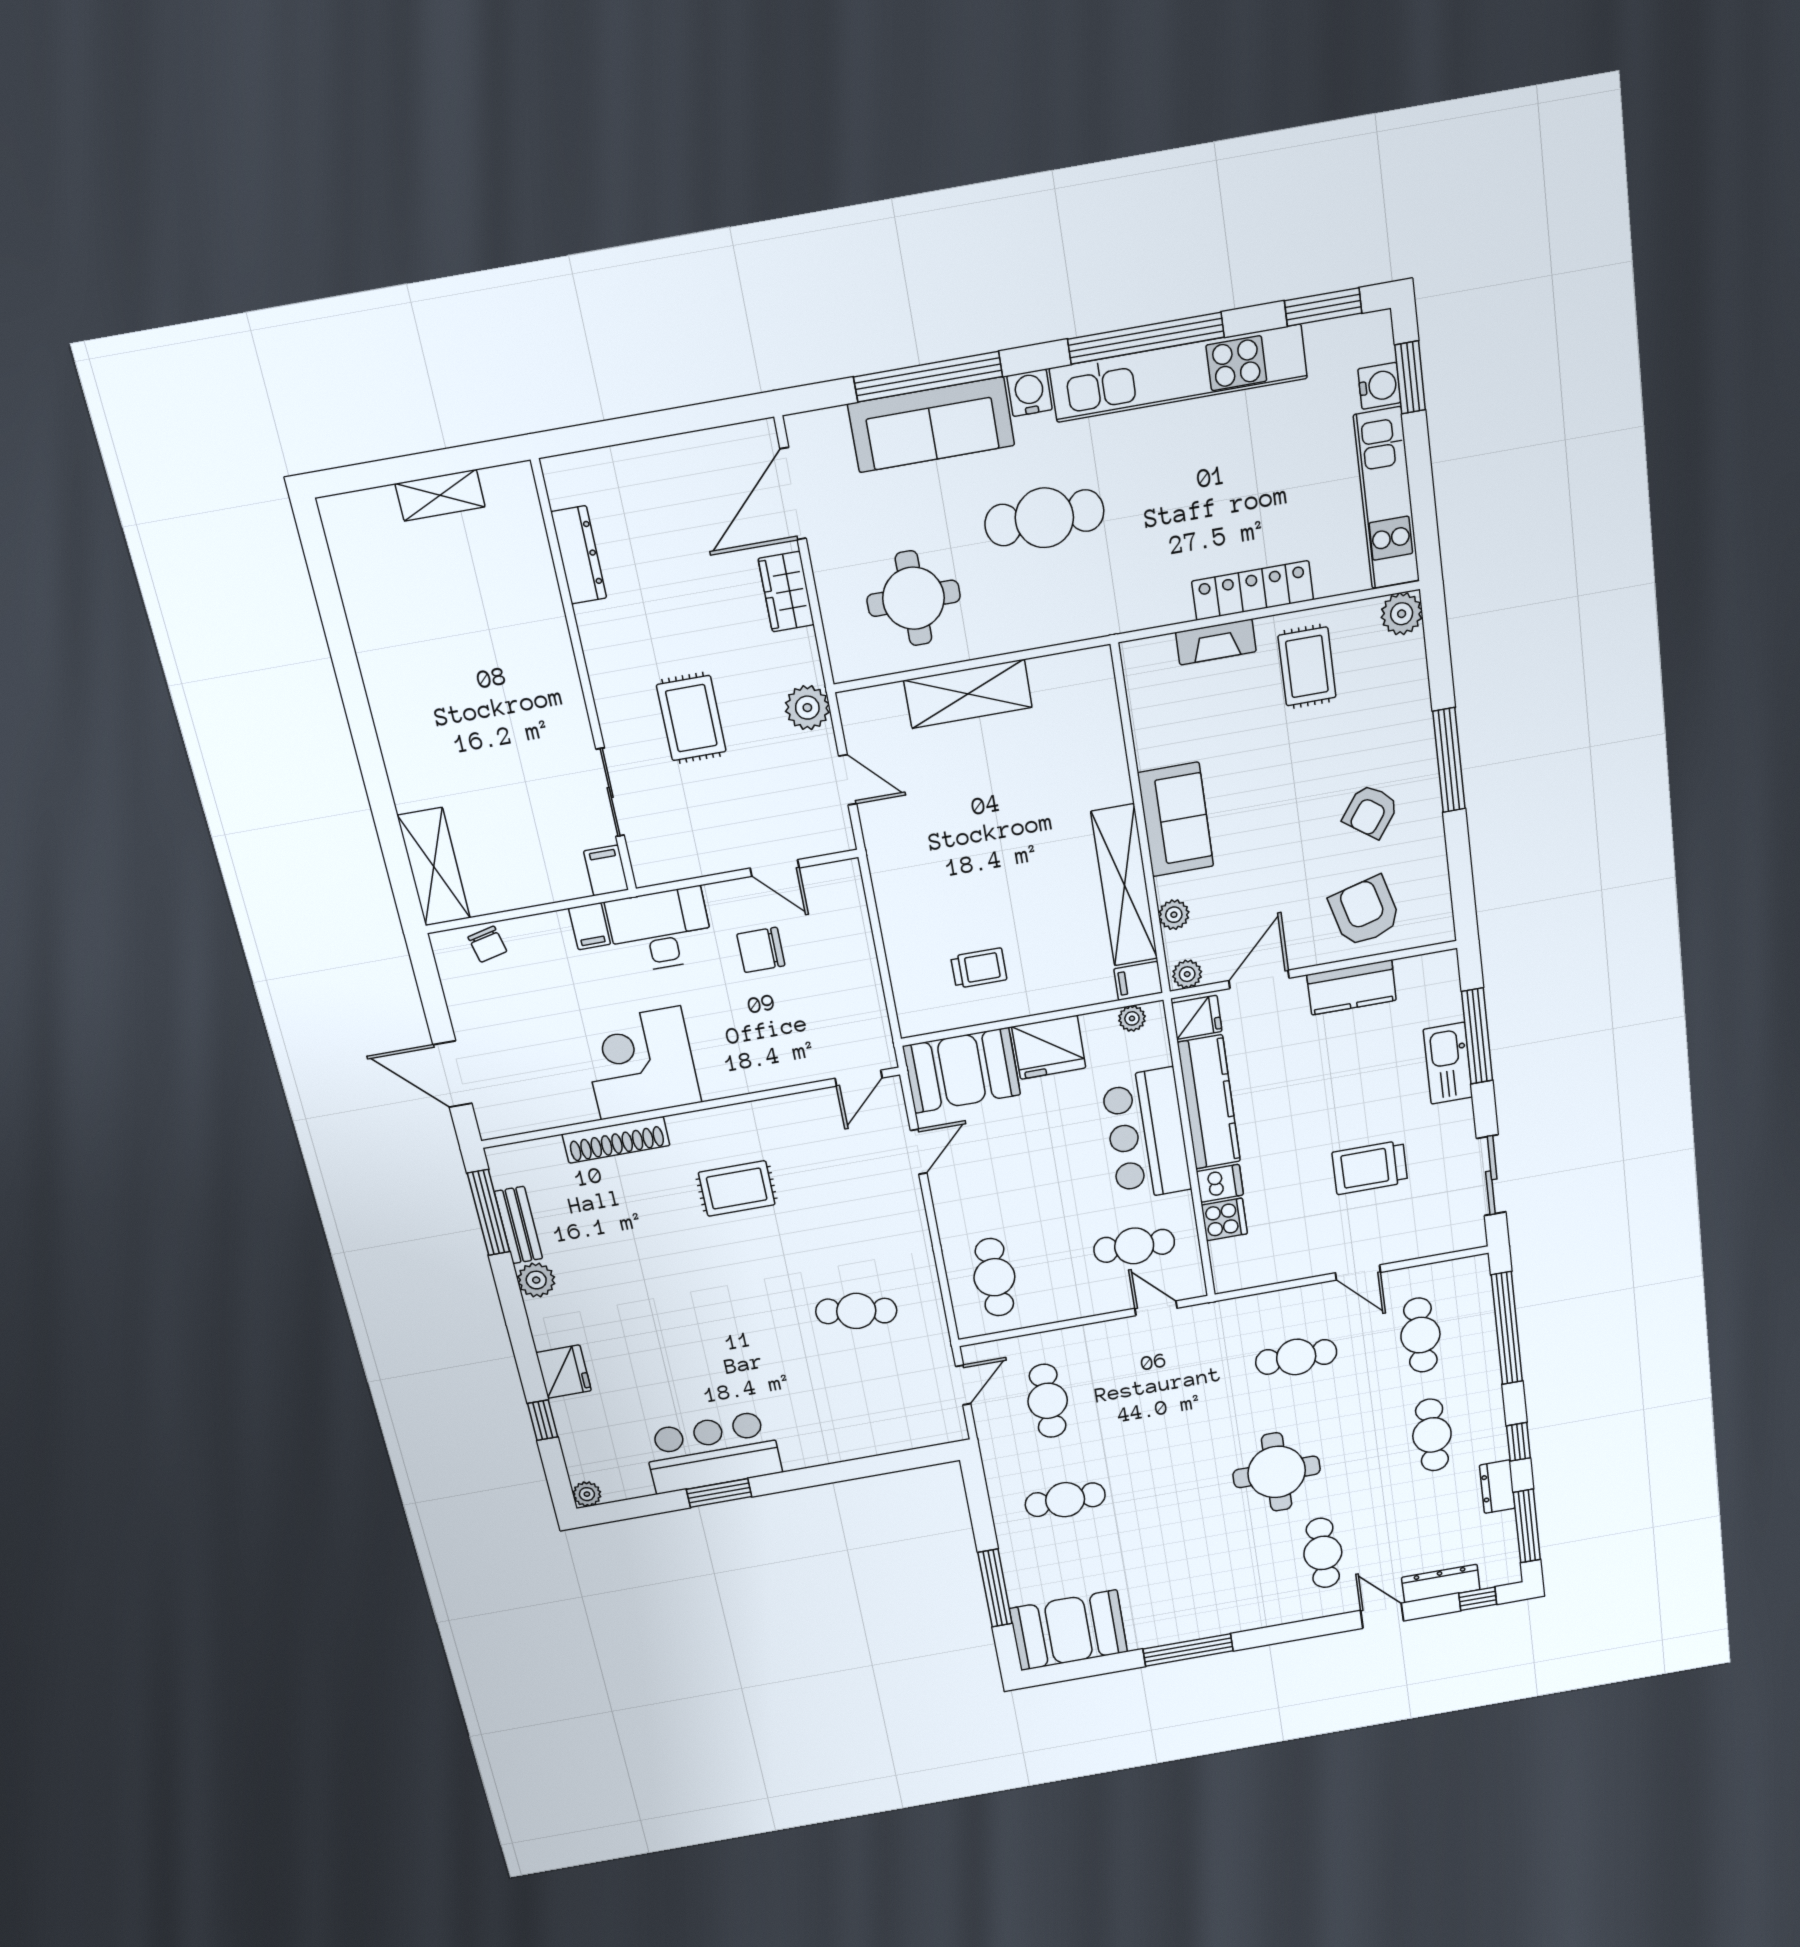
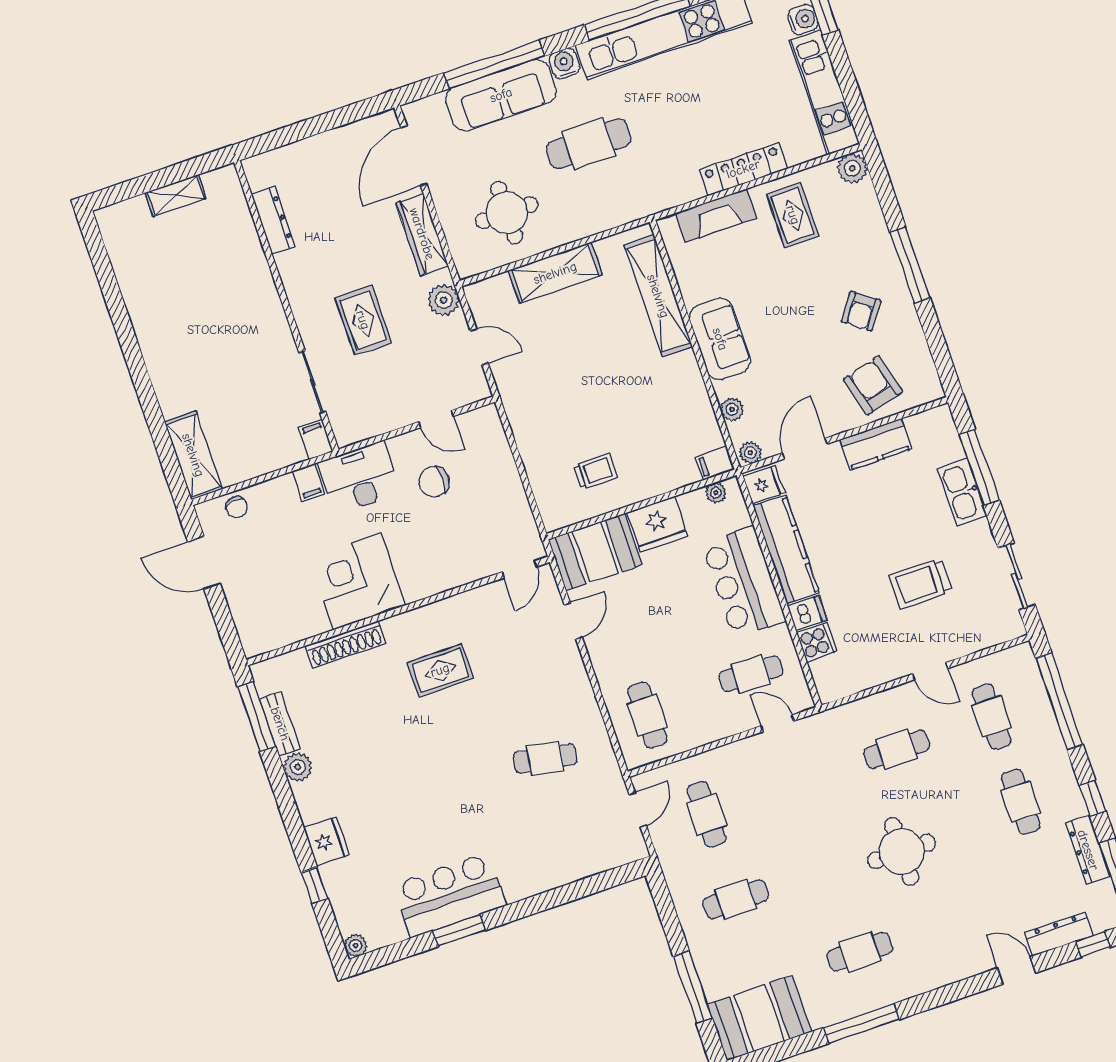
wardrobe: (786, 592) -> (422, 234), width x1.50
fireplace: (1216, 642) -> (716, 216), width x1.37, depth x1.32
shelving: (1124, 885) -> (658, 296), moved
door: (452, 1074) -> (204, 563), moved
dresser: (1497, 1487) -> (1088, 850), width x1.44
cafe table: (1323, 1553) -> (860, 952), moved, turned 90

